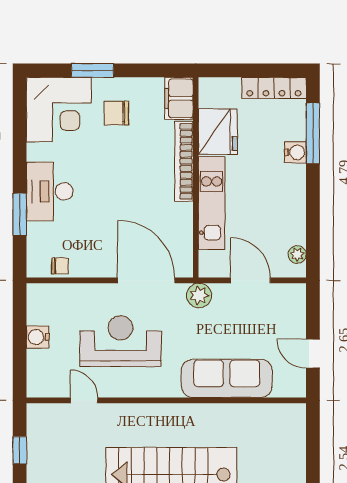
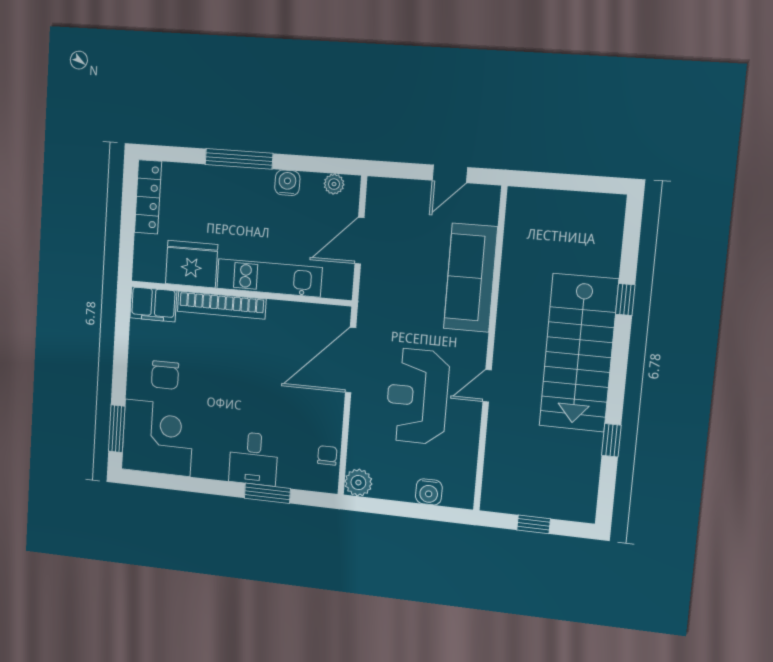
window: (92, 70) -> (117, 429), moved
window: (313, 133) -> (239, 159), moved
water cooler: (295, 152) -> (287, 183), moved
desk: (50, 191) -> (253, 459), width x0.73
plant: (199, 295) -> (358, 483), moved
water cooler: (38, 337) -> (429, 492), moved
door: (84, 400) -> (487, 386), moved

